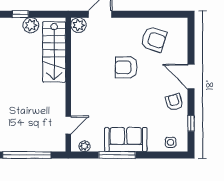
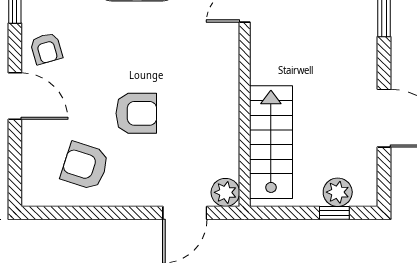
plant: (31, 25) -> (338, 192), moved

